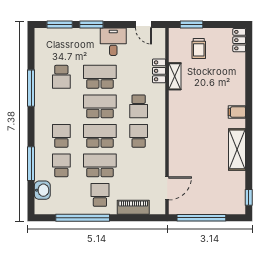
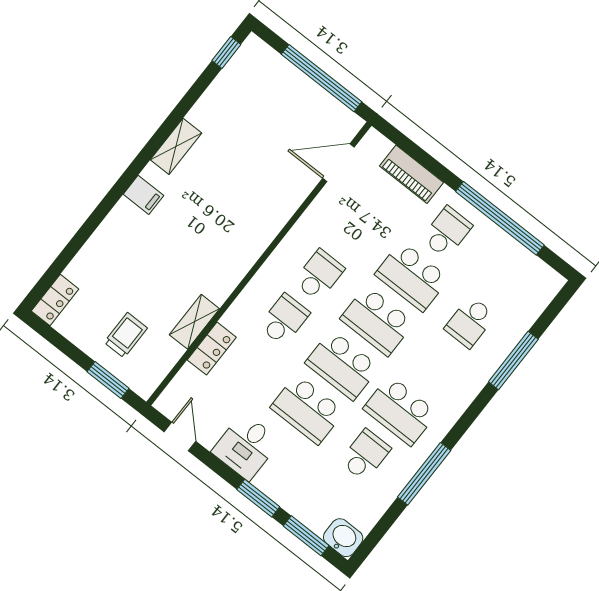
school desk: (61, 136) -> (400, 411), moved, width x1.85
school desk: (139, 136) -> (319, 275), turned 180
shelving: (237, 149) -> (176, 146), width x0.67, depth x0.75
washbasin: (42, 190) -> (343, 538), moved, turned 90
school desk: (100, 195) -> (447, 232), turned 180

